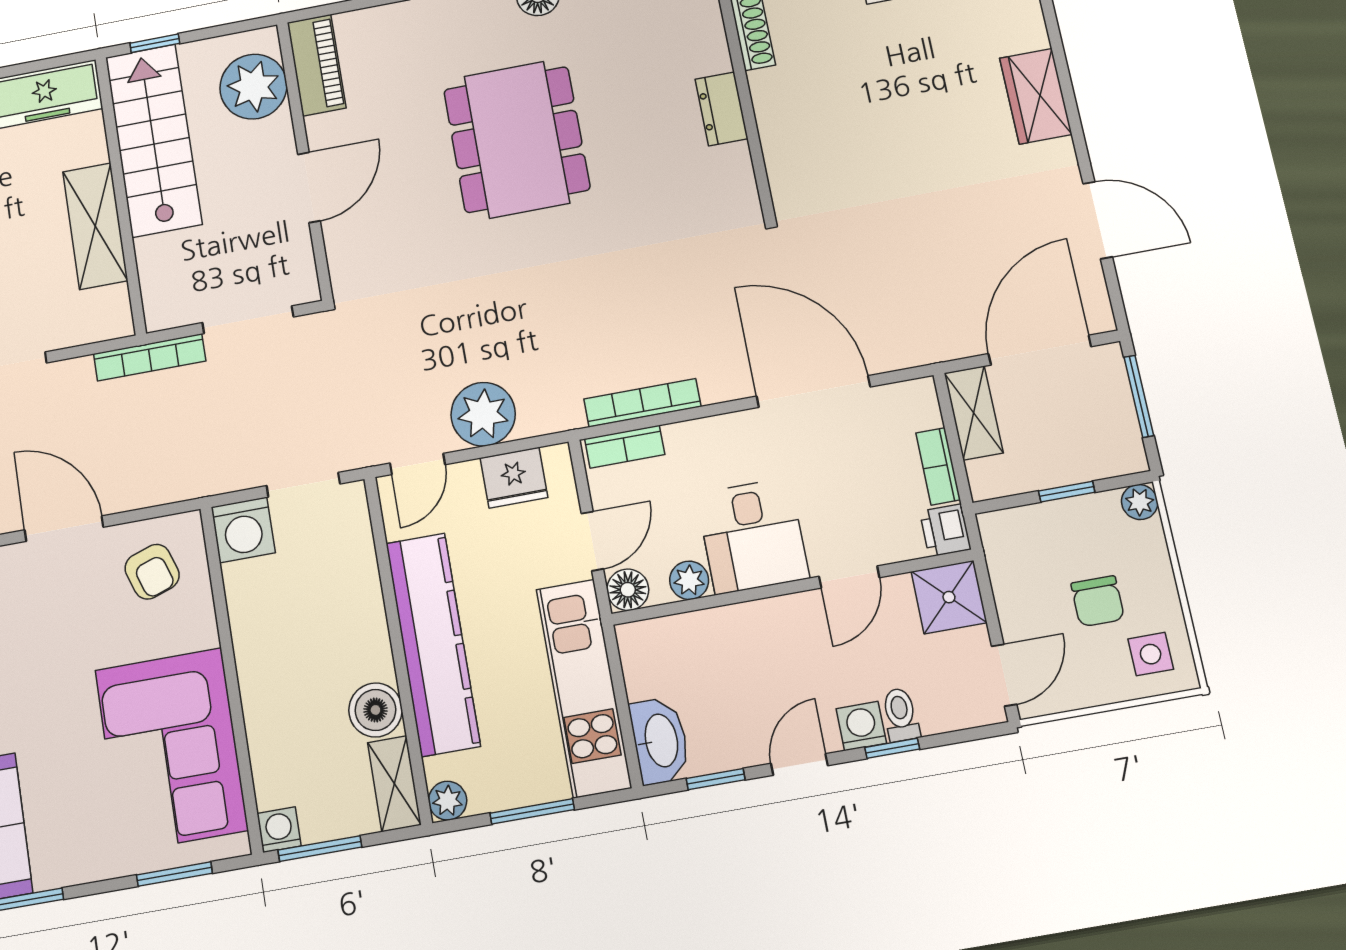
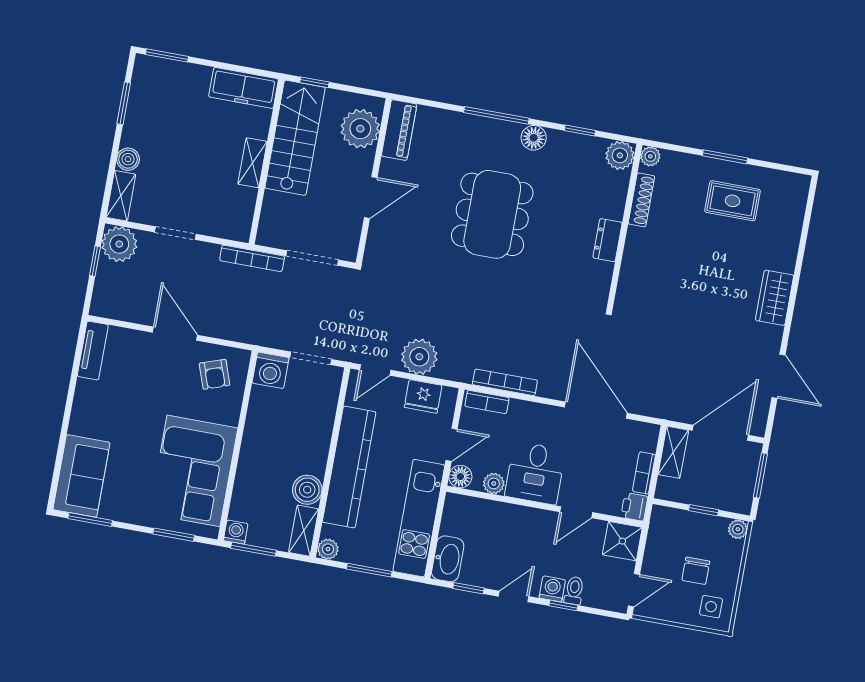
shelving: (95, 226) -> (252, 163), width x0.67, depth x0.75

